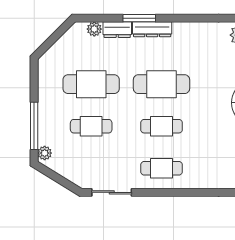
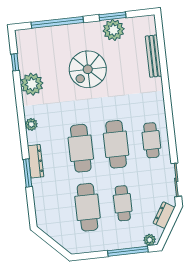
plant: (94, 29) -> (31, 124), moved
dresser: (117, 30) -> (164, 215), moved, turned -148
cafe table: (162, 126) -> (116, 144), width x1.37, depth x1.35

